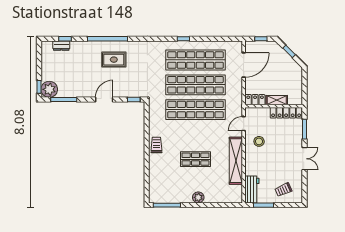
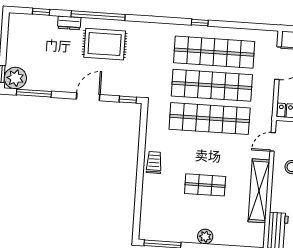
dresser: (61, 46) -> (69, 23), moved
rug: (114, 60) -> (105, 44), width x1.36, depth x1.43

